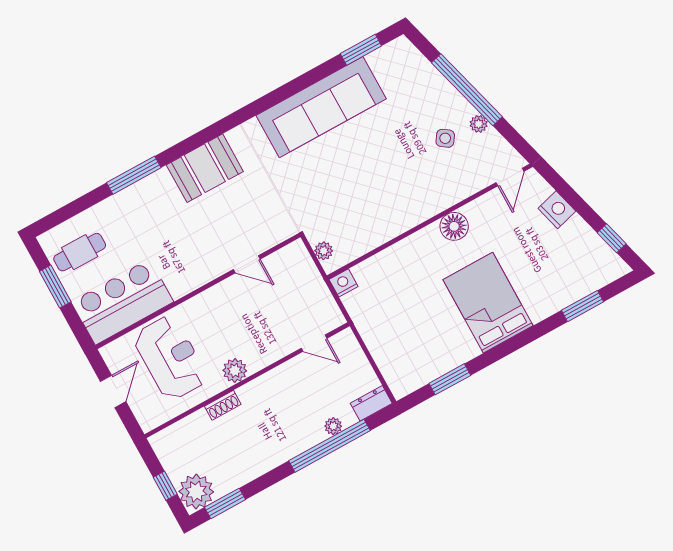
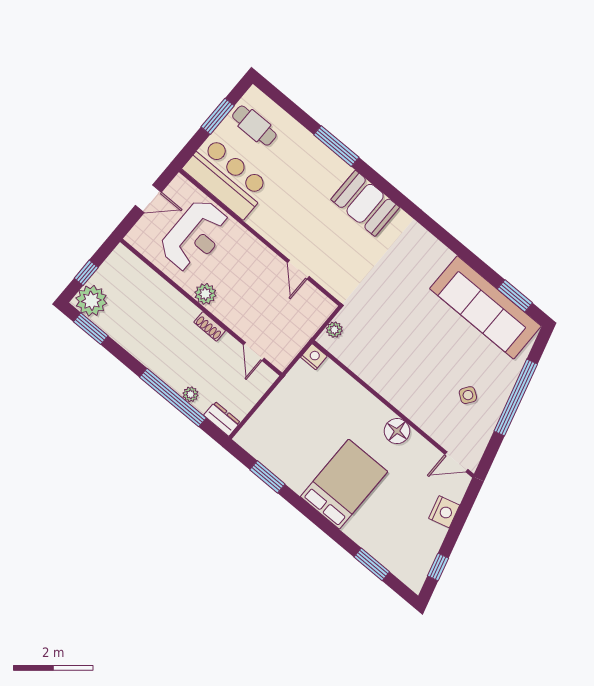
sofa: (321, 107) -> (485, 307), moved
plant: (479, 124) -> (491, 418), removed
shoe rack: (223, 405) -> (210, 326), moved

